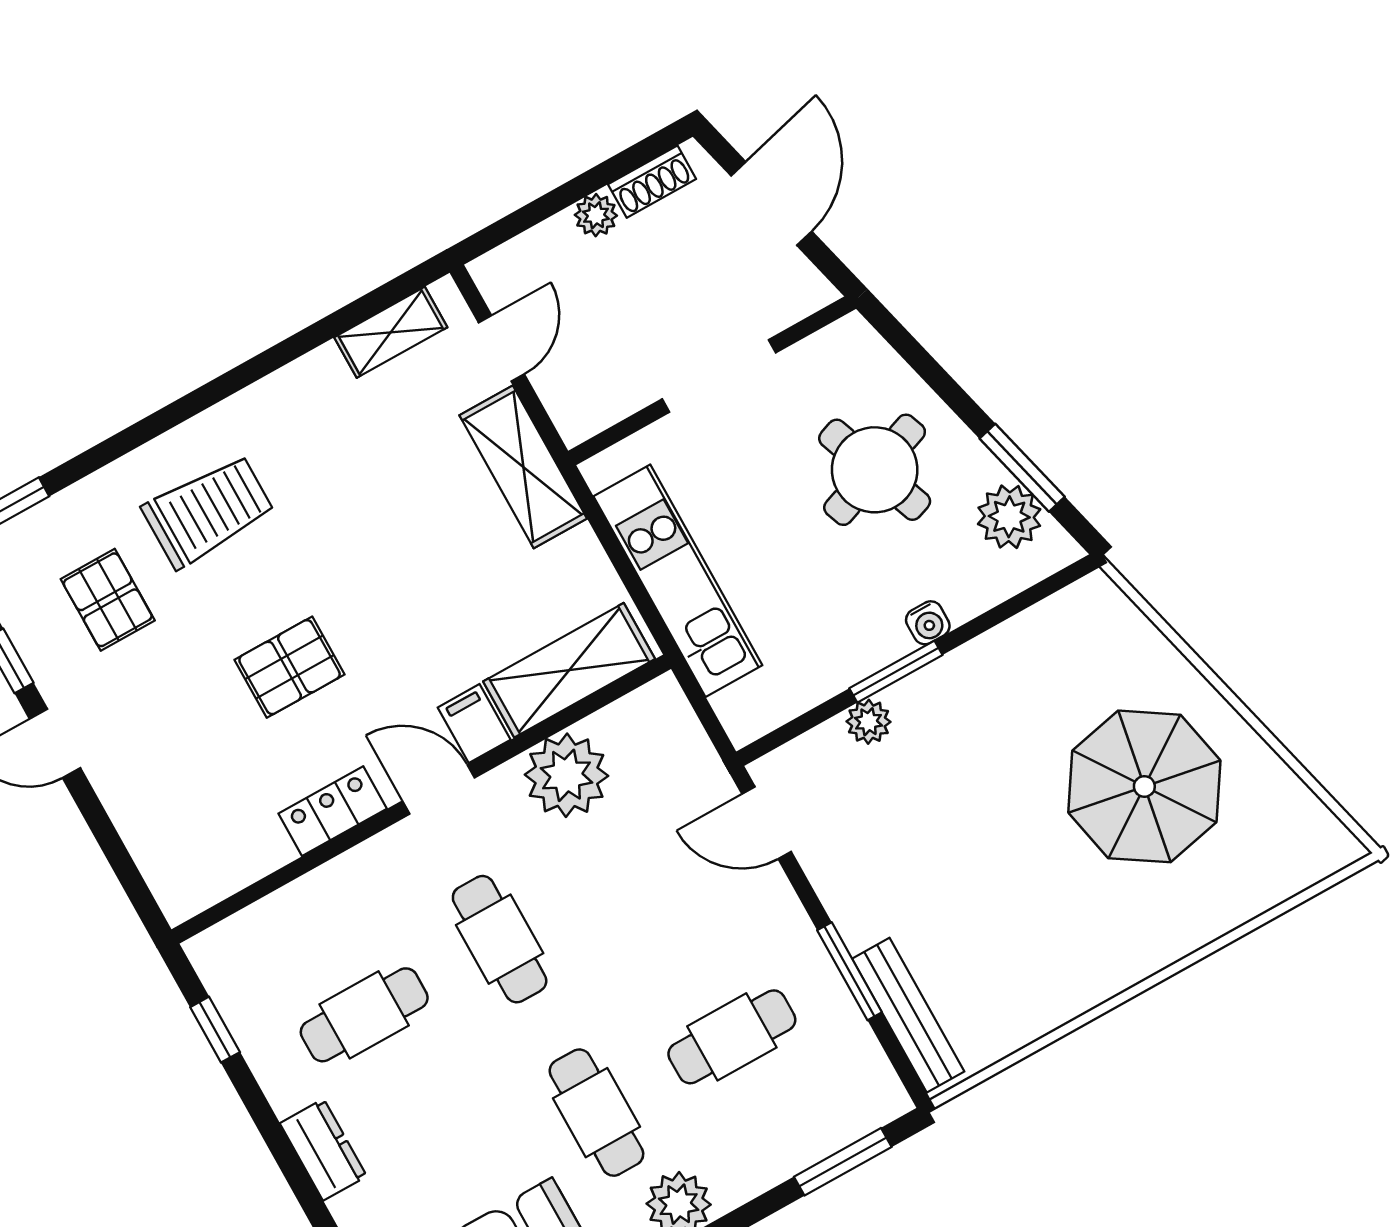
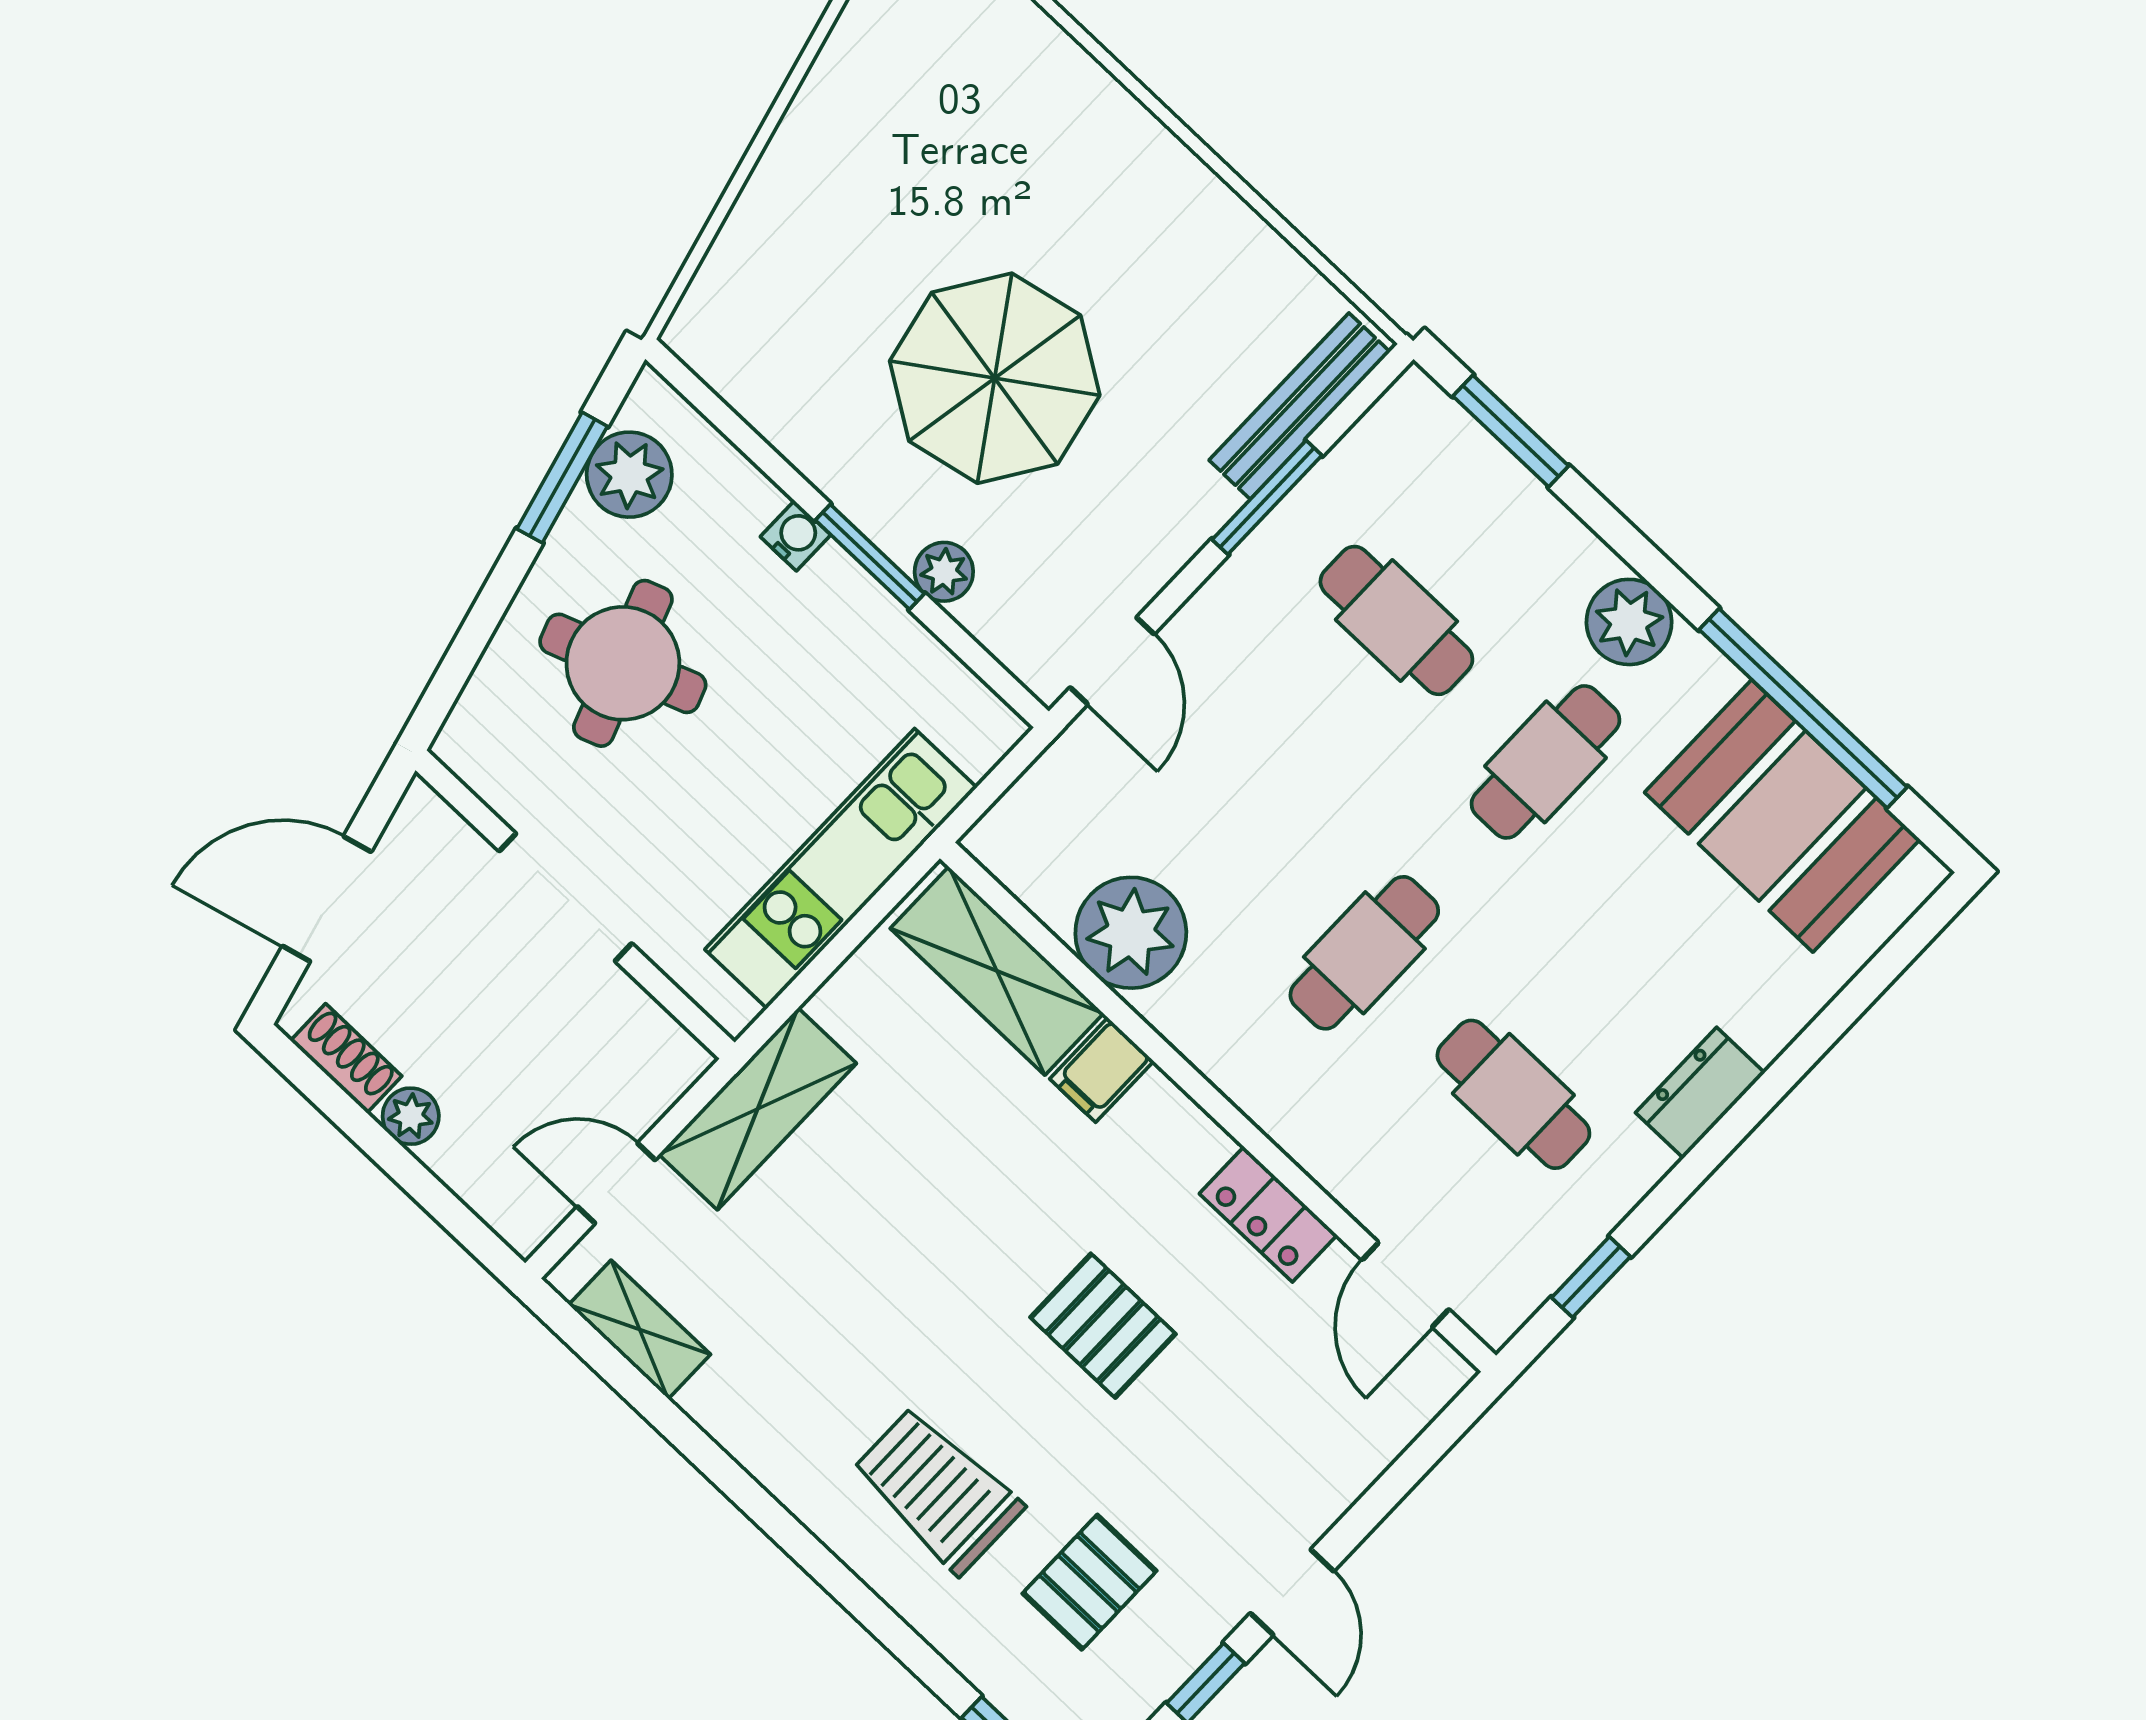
parasol: (1144, 786) -> (995, 378), moved
door: (439, 789) -> (1405, 1285), moved

